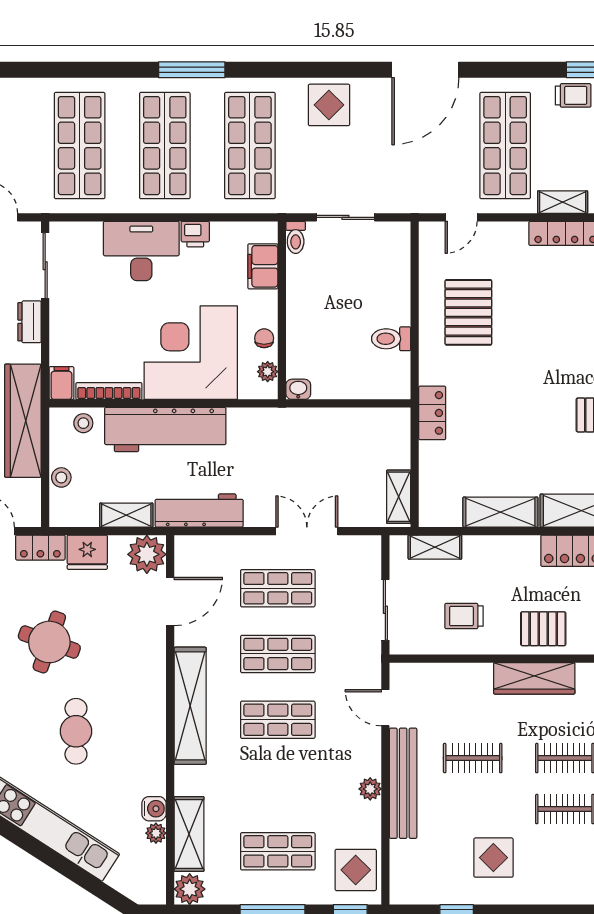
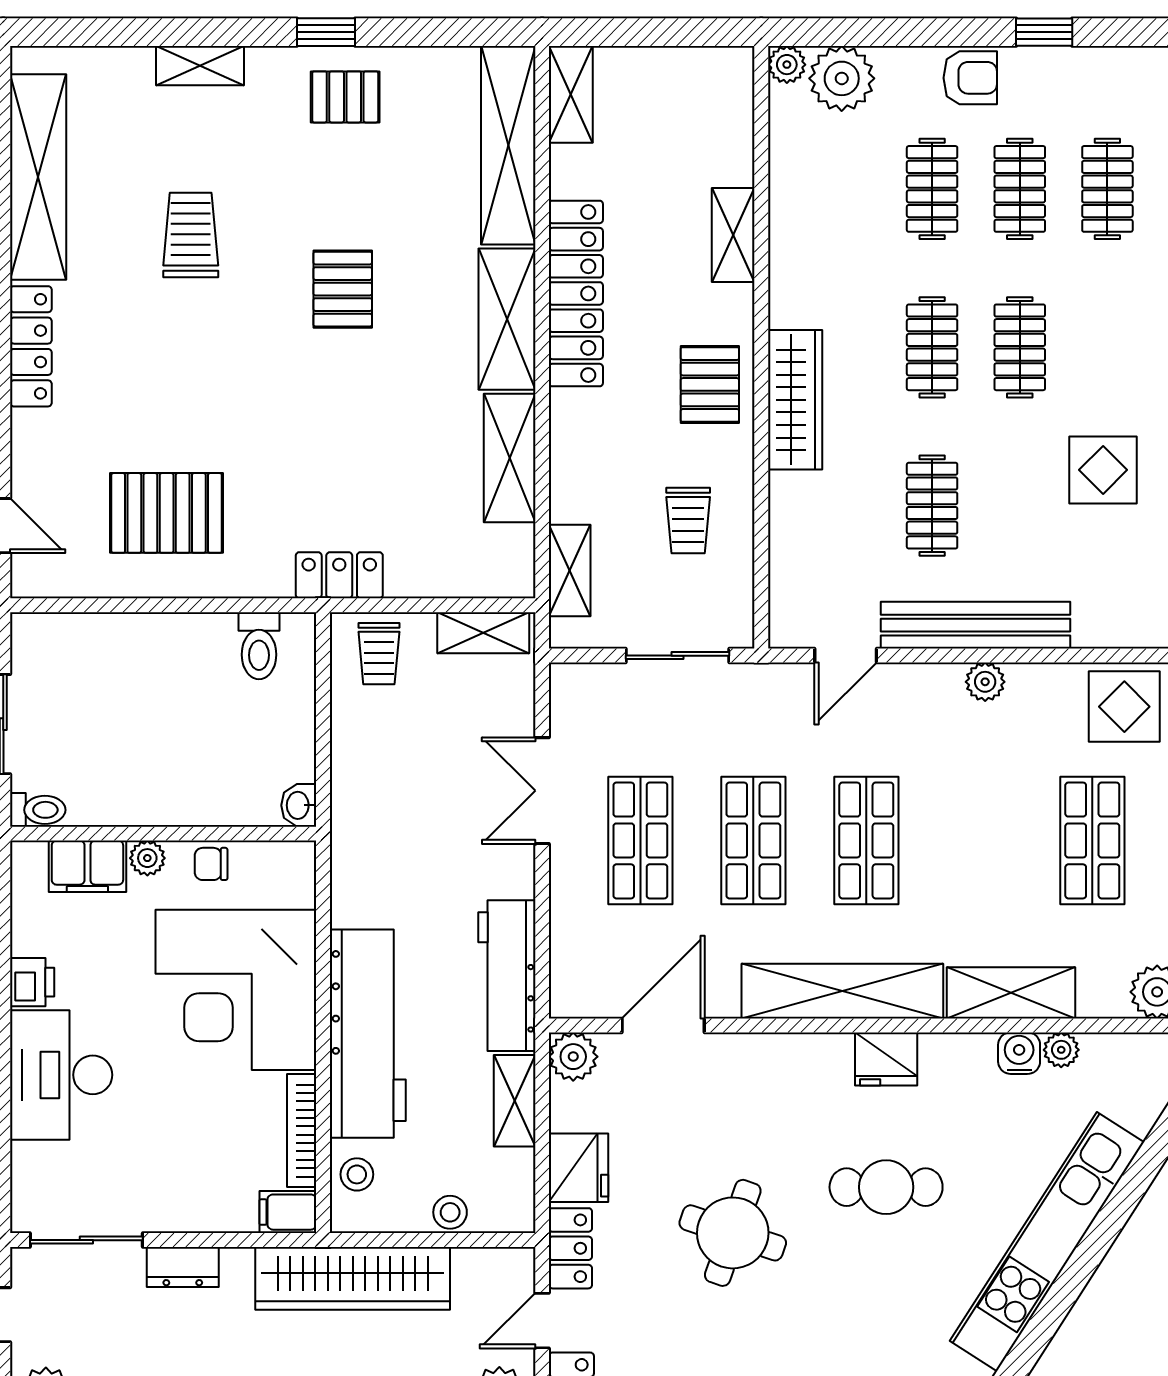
toilet: (391, 339) -> (259, 646), moved
plant: (268, 372) -> (147, 858), moved
trolley: (386, 436) -> (379, 654), added
plant: (147, 554) -> (573, 1057), width x0.73, depth x0.73
door: (170, 602) -> (663, 1025), hinge flipped
fridge: (151, 731) -> (886, 1059), added
shelving: (189, 834) -> (1011, 993), moved

